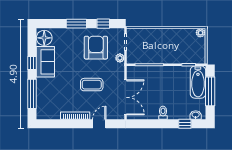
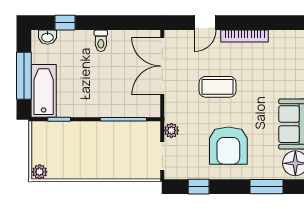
window: (76, 24) -> (267, 187), moved
armchair: (96, 48) -> (228, 146), moved

